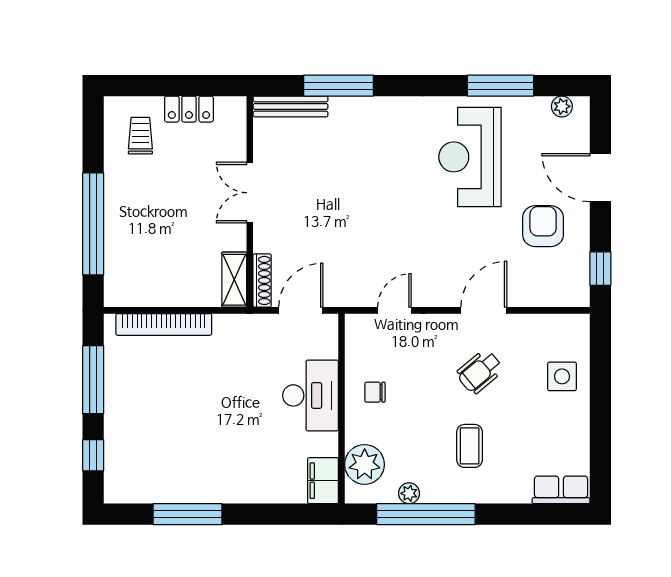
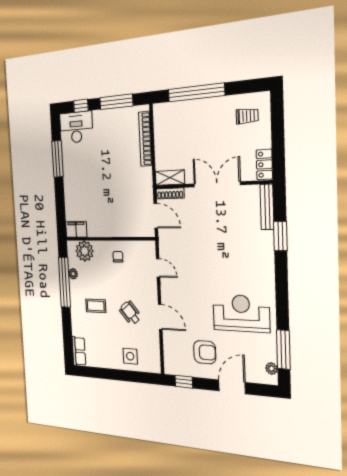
window: (339, 86) -> (280, 236), width x0.69
window: (500, 86) -> (283, 350), moved
locker: (189, 109) -> (264, 164), moved
double door: (250, 193) -> (217, 184), width x1.37
desk: (311, 395) -> (76, 127), moved, turned 180

